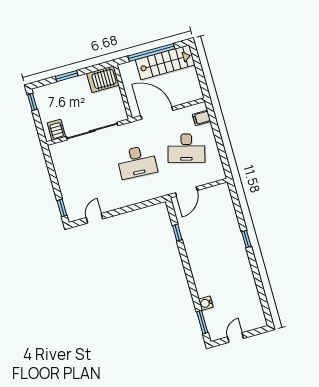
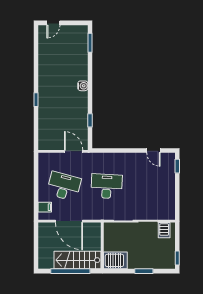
stairs: (165, 62) -> (77, 260), moved
door: (157, 113) -> (69, 221), moved
door: (186, 192) -> (74, 151), hinge flipped
door: (94, 218) -> (153, 150), hinge flipped
water cooler: (206, 303) -> (83, 86), moved
door: (236, 338) -> (53, 23), moved

